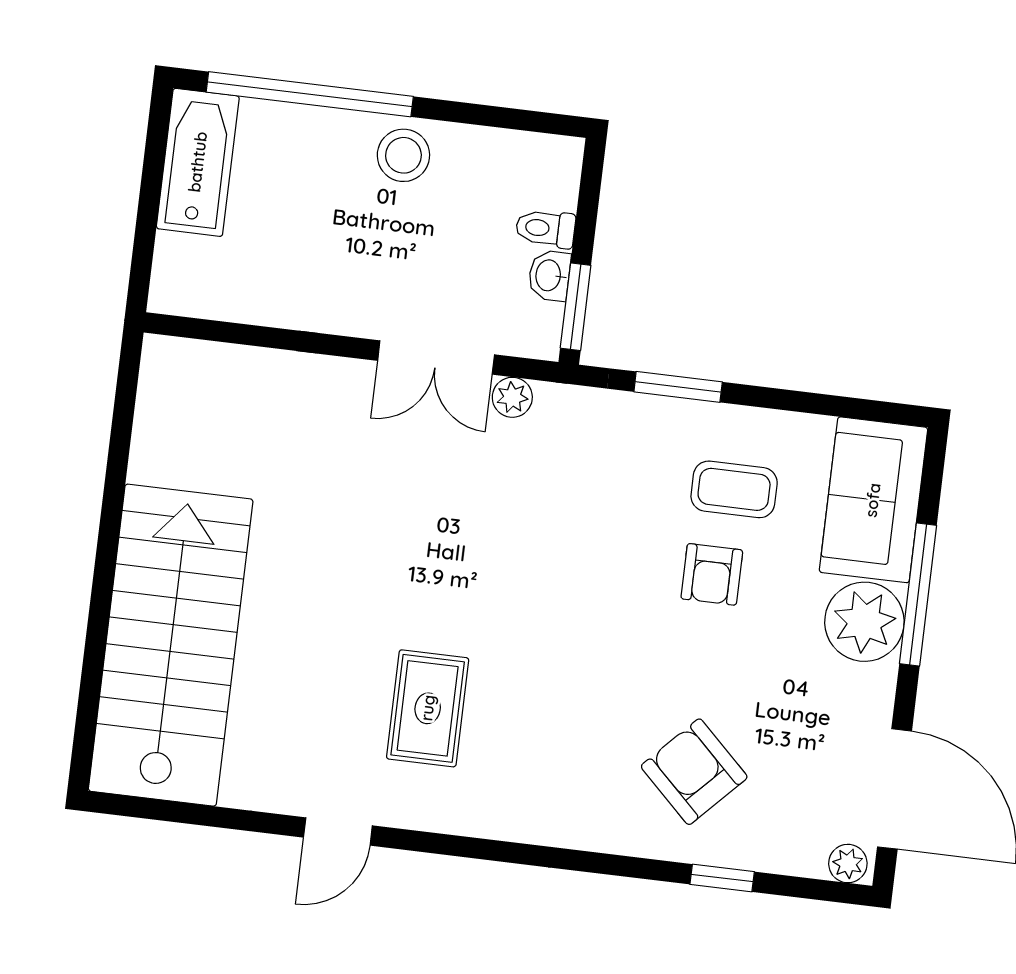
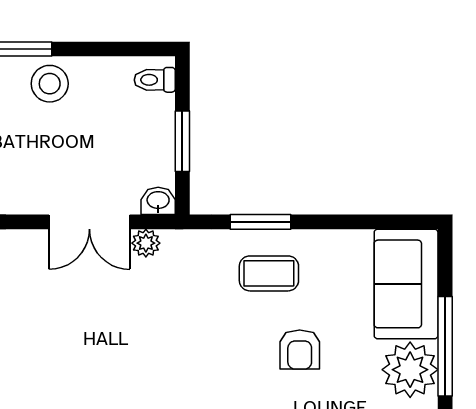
toilet: (545, 229) -> (155, 80), moved
washbasin: (549, 275) -> (158, 201), moved, turned 90
window: (576, 307) -> (182, 141), moved
coffee table: (734, 489) -> (269, 273), moved

